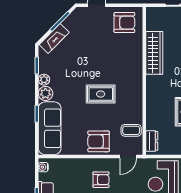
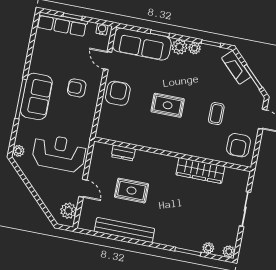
rug: (101, 94) -> (168, 105), turned 90
coffee table: (131, 130) -> (216, 114), moved
dresser: (152, 141) -> (123, 153), moved
door: (128, 156) -> (108, 61), moved
armchair: (101, 180) -> (77, 88), turned 90

